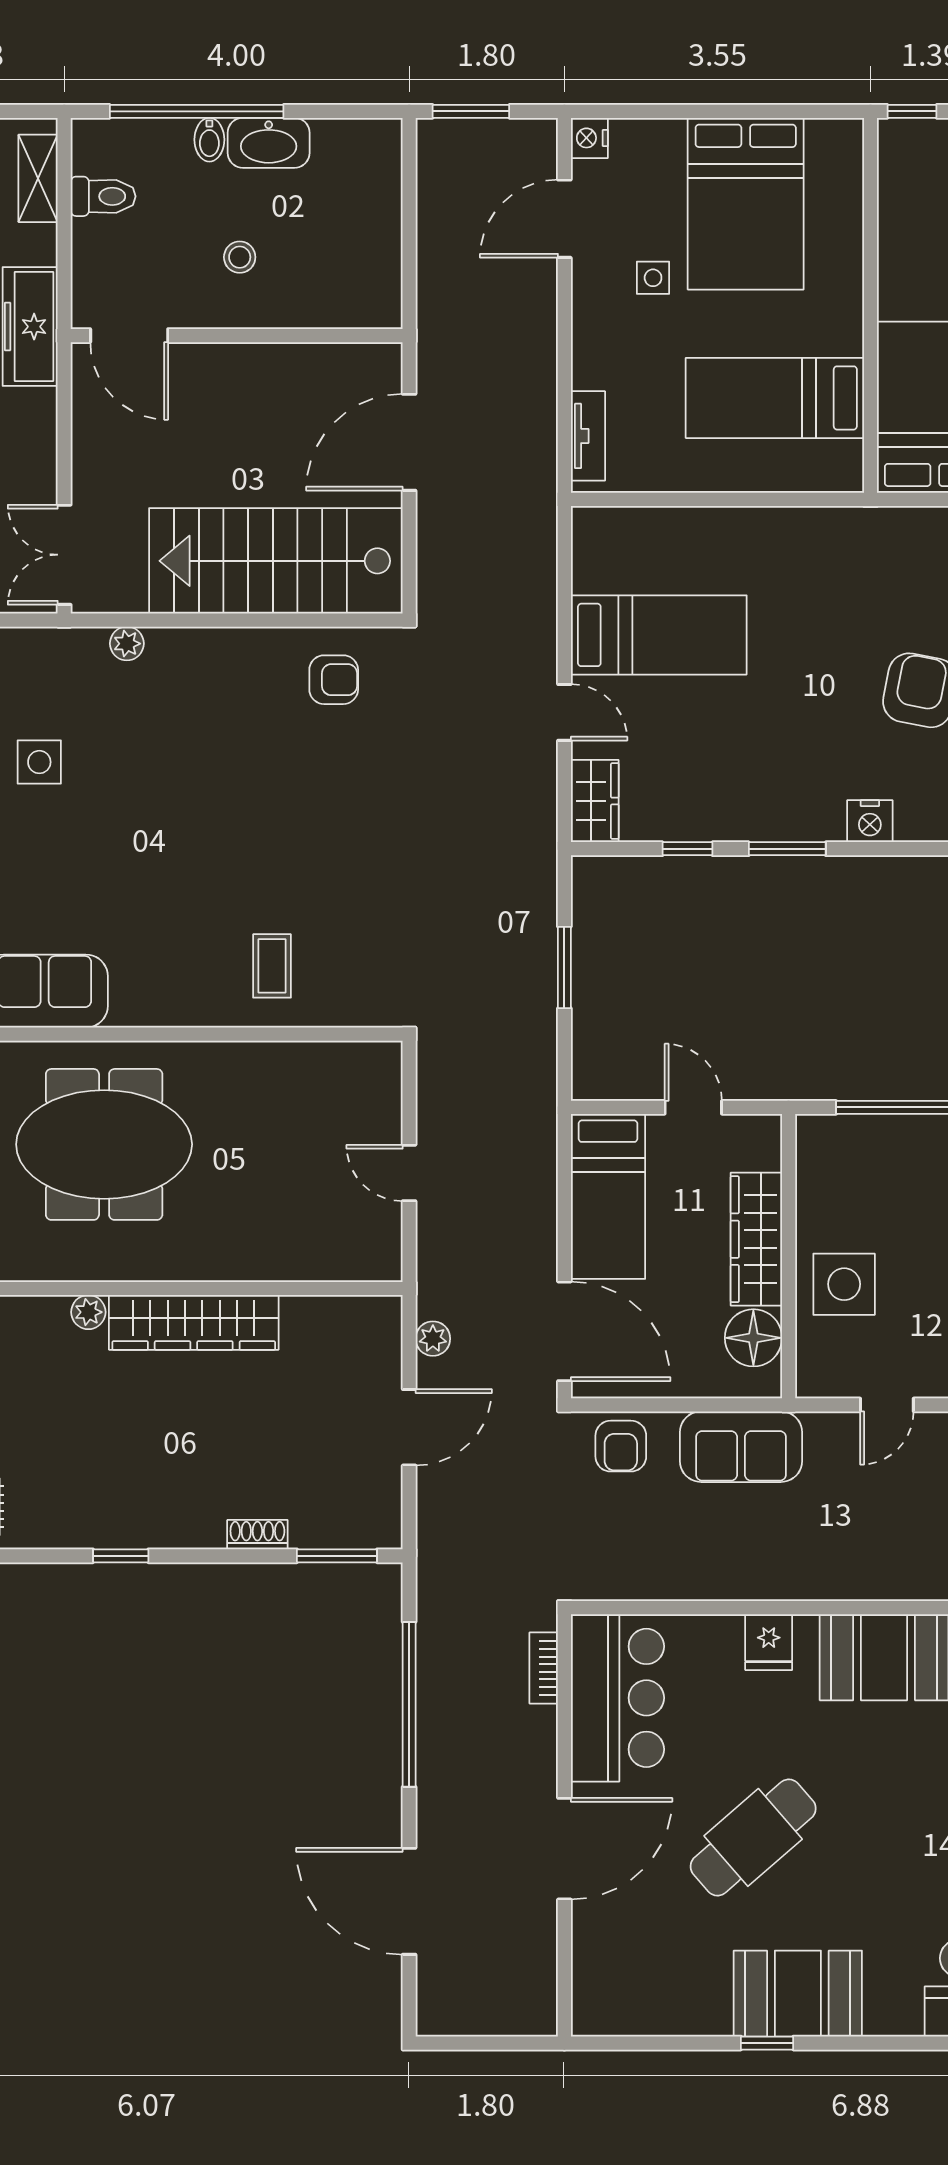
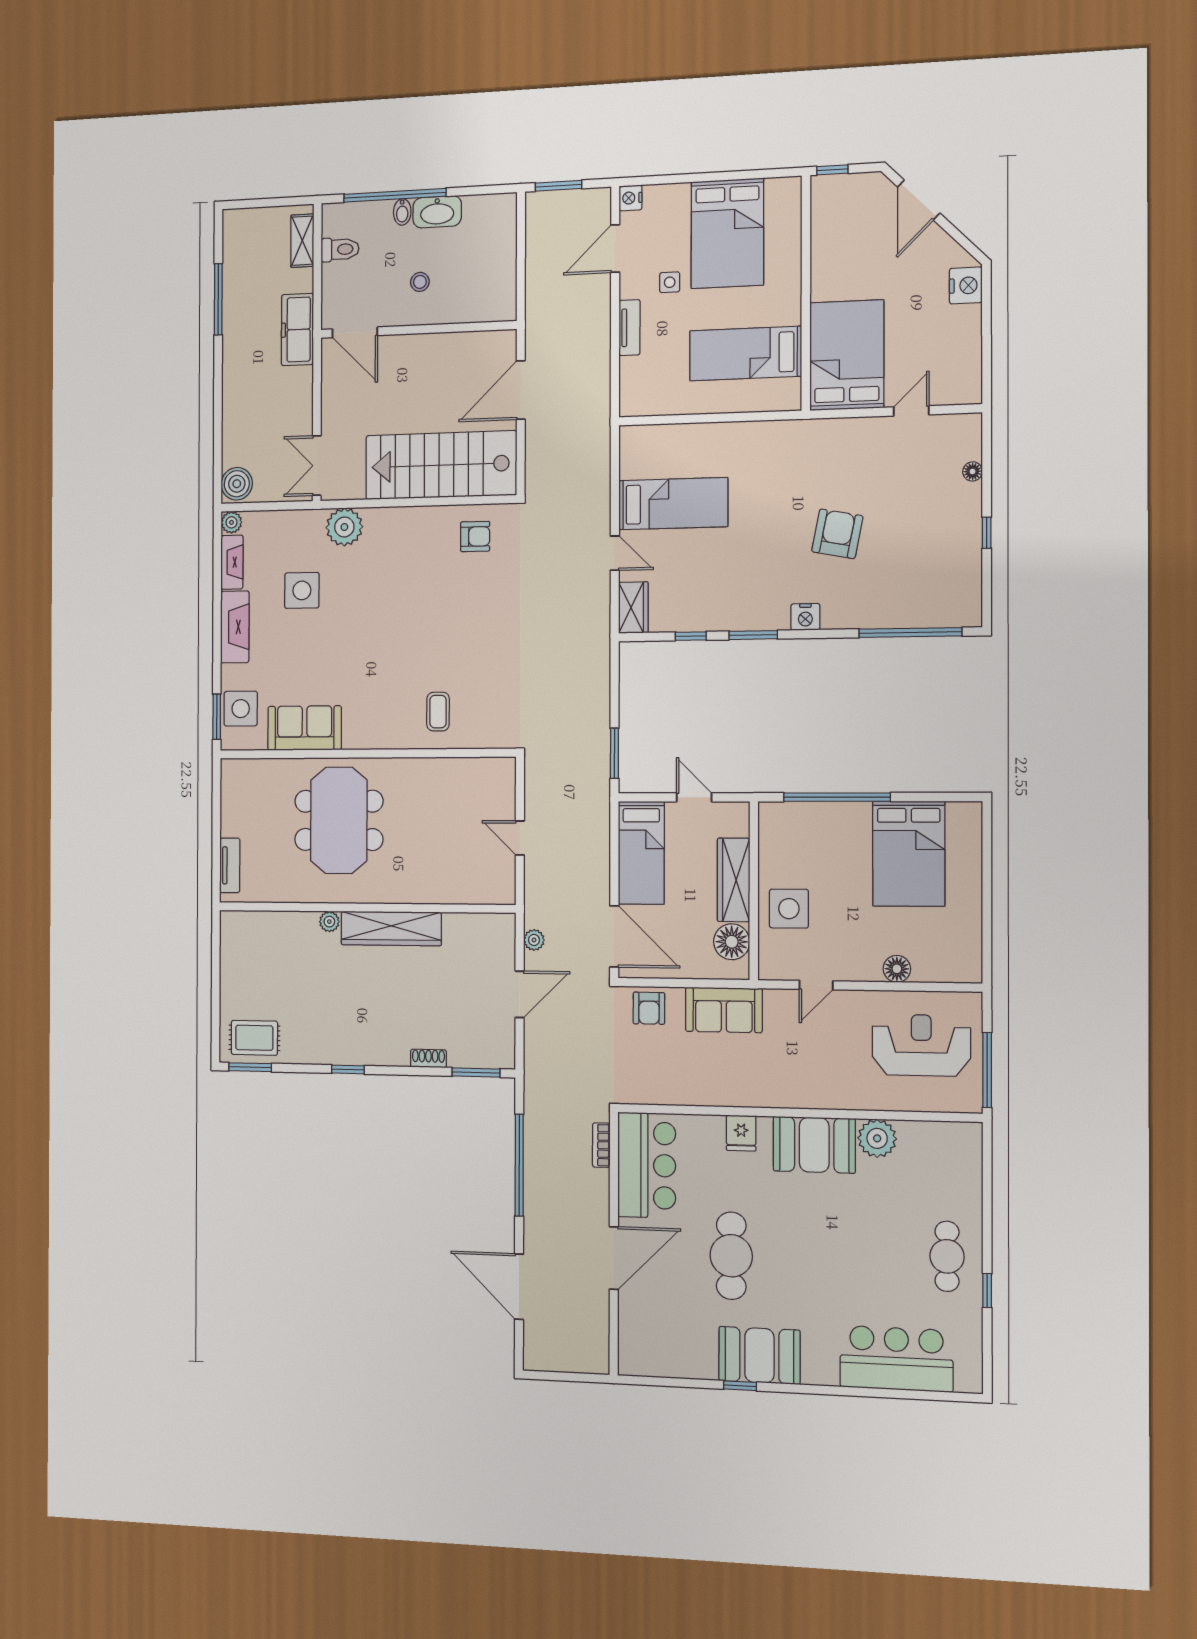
tv unit: (588, 436) -> (630, 328), moved
plant: (127, 644) -> (344, 527), width x1.88, depth x1.88
side table: (39, 762) -> (302, 590), width x1.37, depth x1.37
window: (564, 967) -> (614, 753), moved
meeting table: (104, 1144) -> (339, 820), turned 90
cafe table: (753, 1837) -> (731, 1256), turned -49

